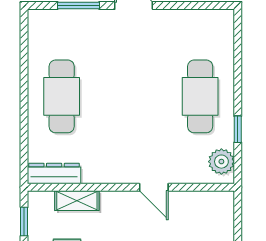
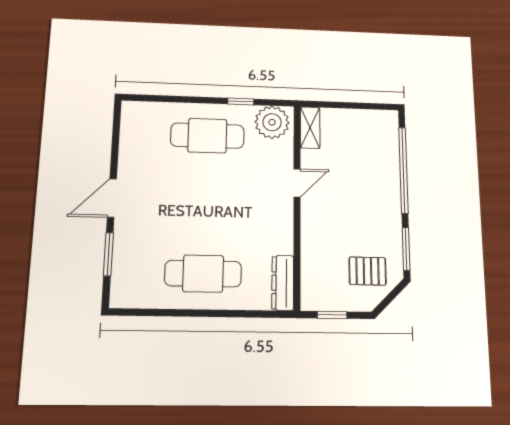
plant: (221, 162) -> (272, 122), width x1.36, depth x1.36
shelving: (77, 201) -> (310, 128), moved

